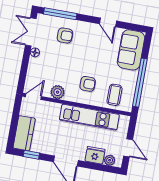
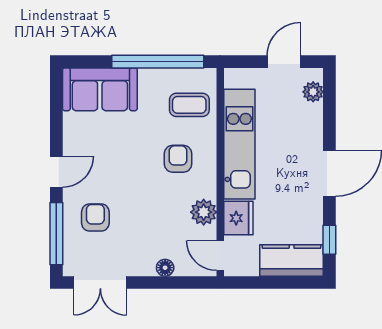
door: (108, 22) -> (56, 172), moved
floor lamp: (35, 52) -> (165, 268), moved
fridge: (95, 155) -> (238, 218), moved, turned 180

